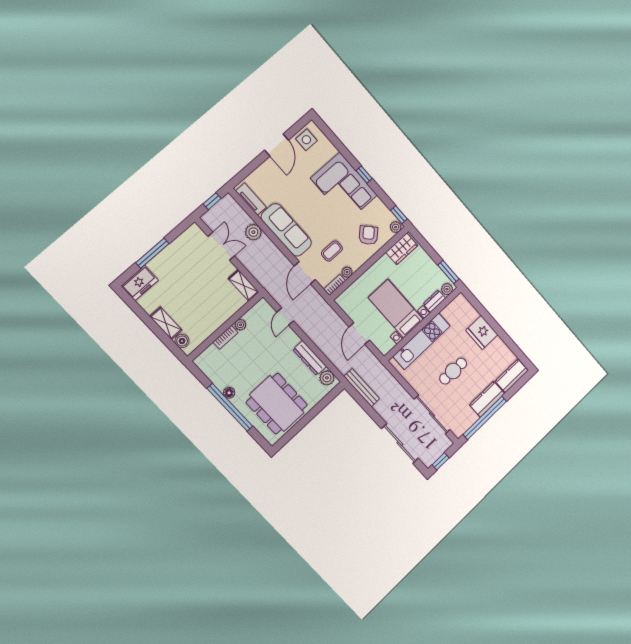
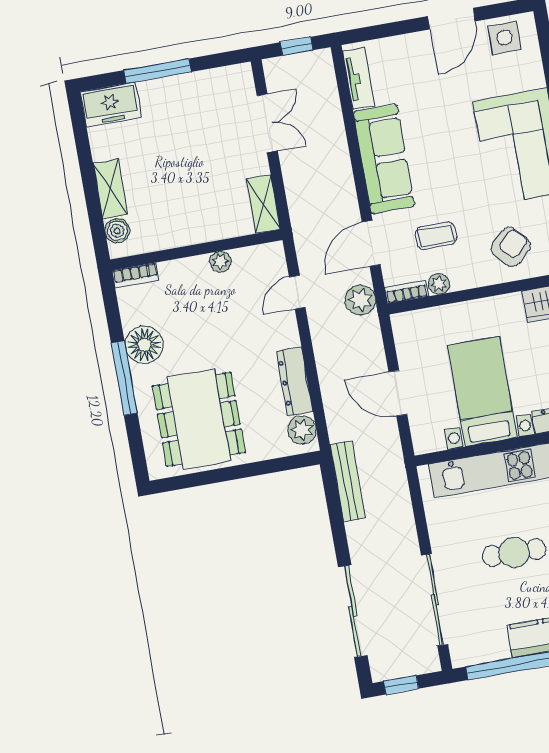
plant: (253, 232) -> (360, 300), moved
door: (359, 333) -> (398, 393), hinge flipped
bookcase: (225, 337) -> (136, 275), moved
floor lamp: (229, 393) -> (144, 345), width x1.89, depth x1.89
window: (230, 407) -> (124, 378), width x0.68

